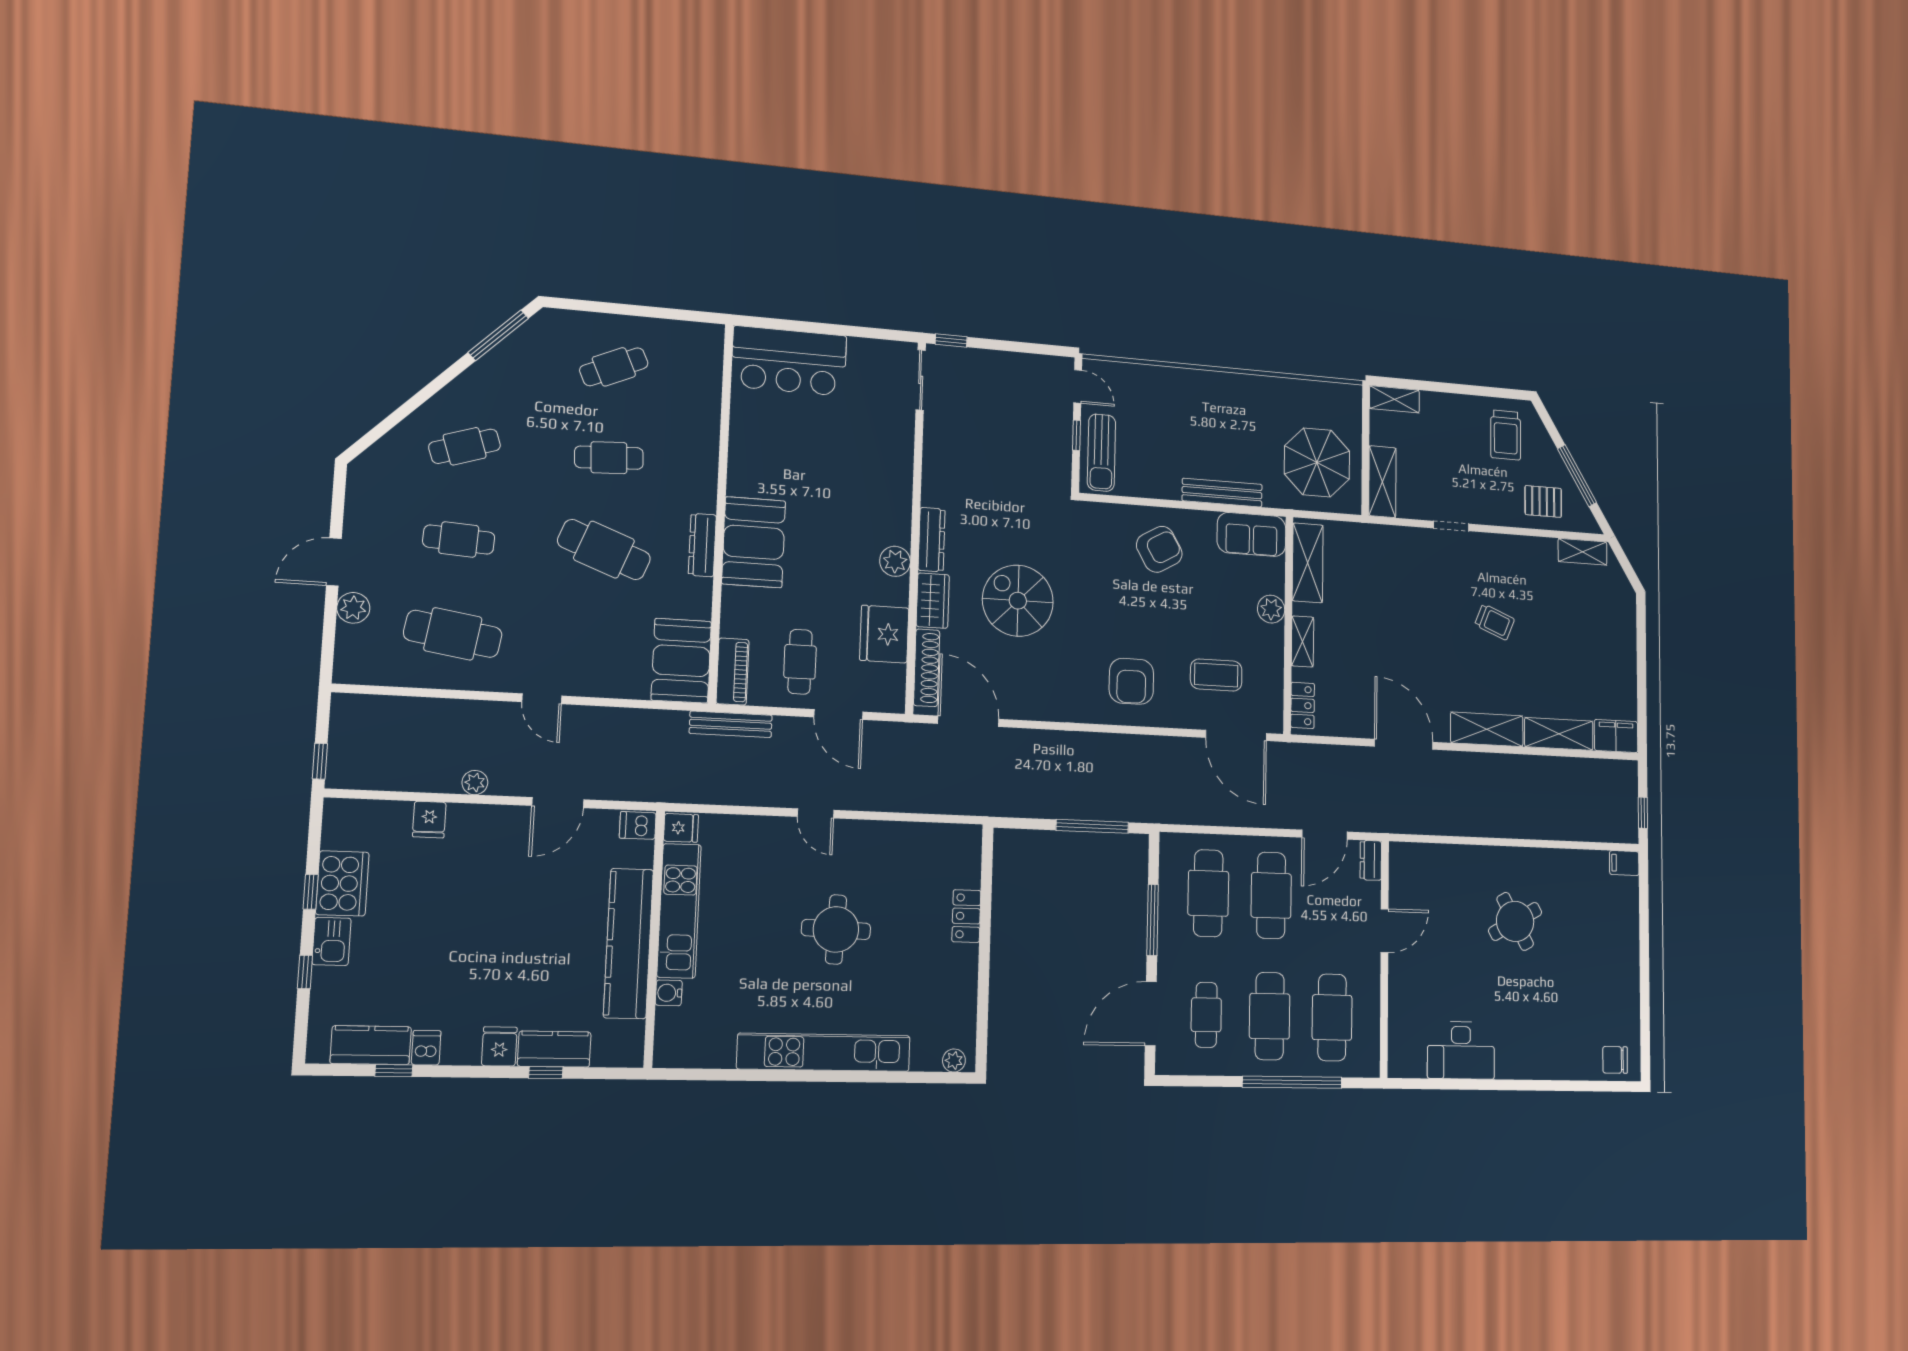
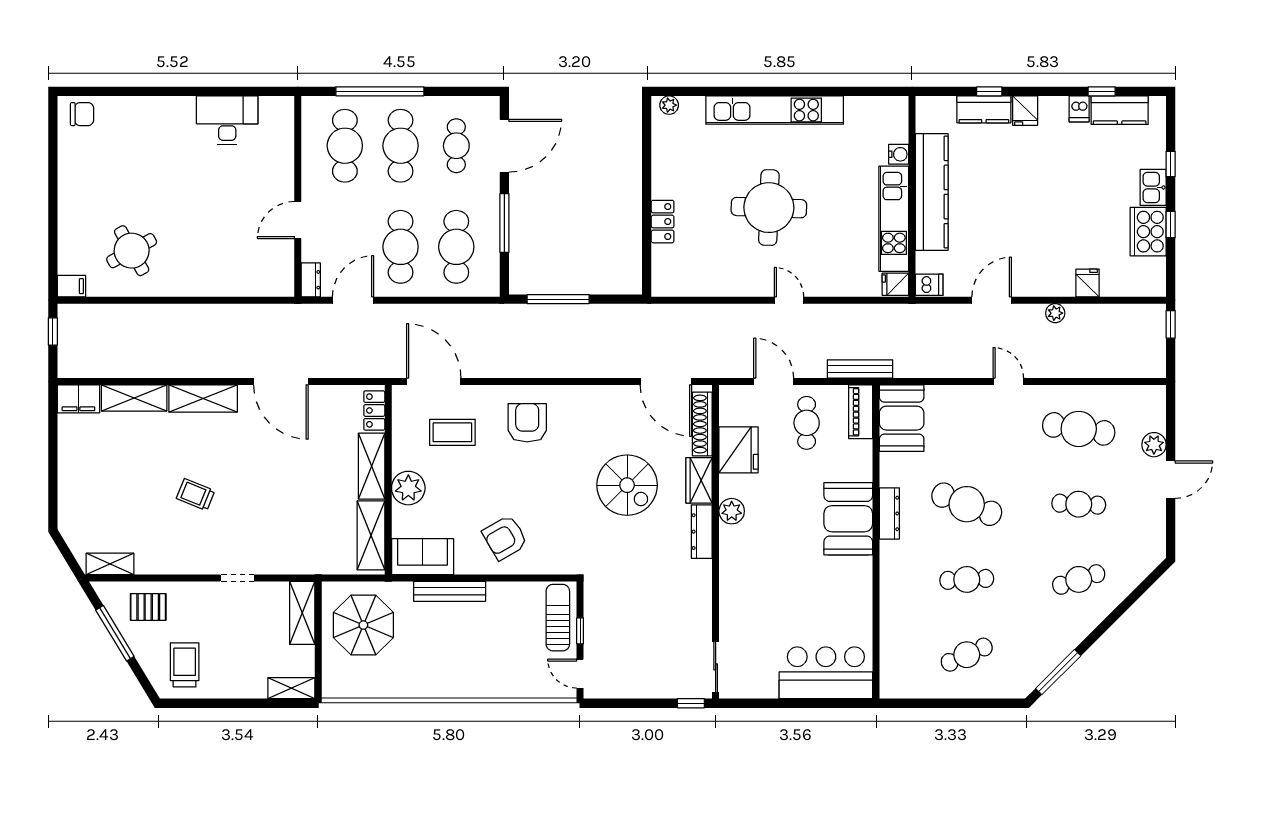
plant: (1271, 609) -> (408, 488), width x1.36, depth x1.36
shelving: (1303, 641) -> (372, 466), width x1.50, depth x1.33
round table: (1515, 921) -> (132, 251), moved
round table: (836, 929) -> (769, 208), width x1.36, depth x1.36

